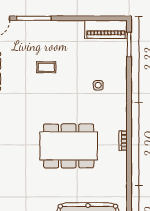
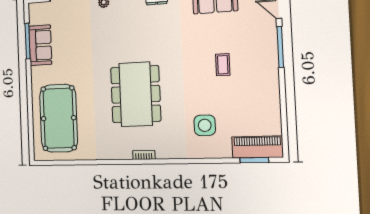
piano: (106, 29) -> (257, 147), moved, turned 90
side table: (98, 85) -> (205, 125), width x1.87, depth x1.87

